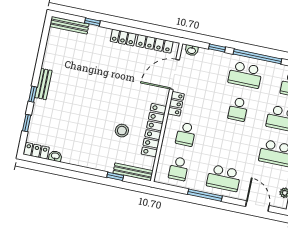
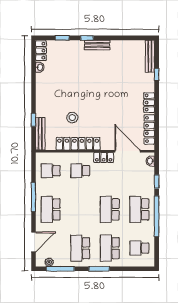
school desk: (238, 109) -> (110, 209), width x1.85

